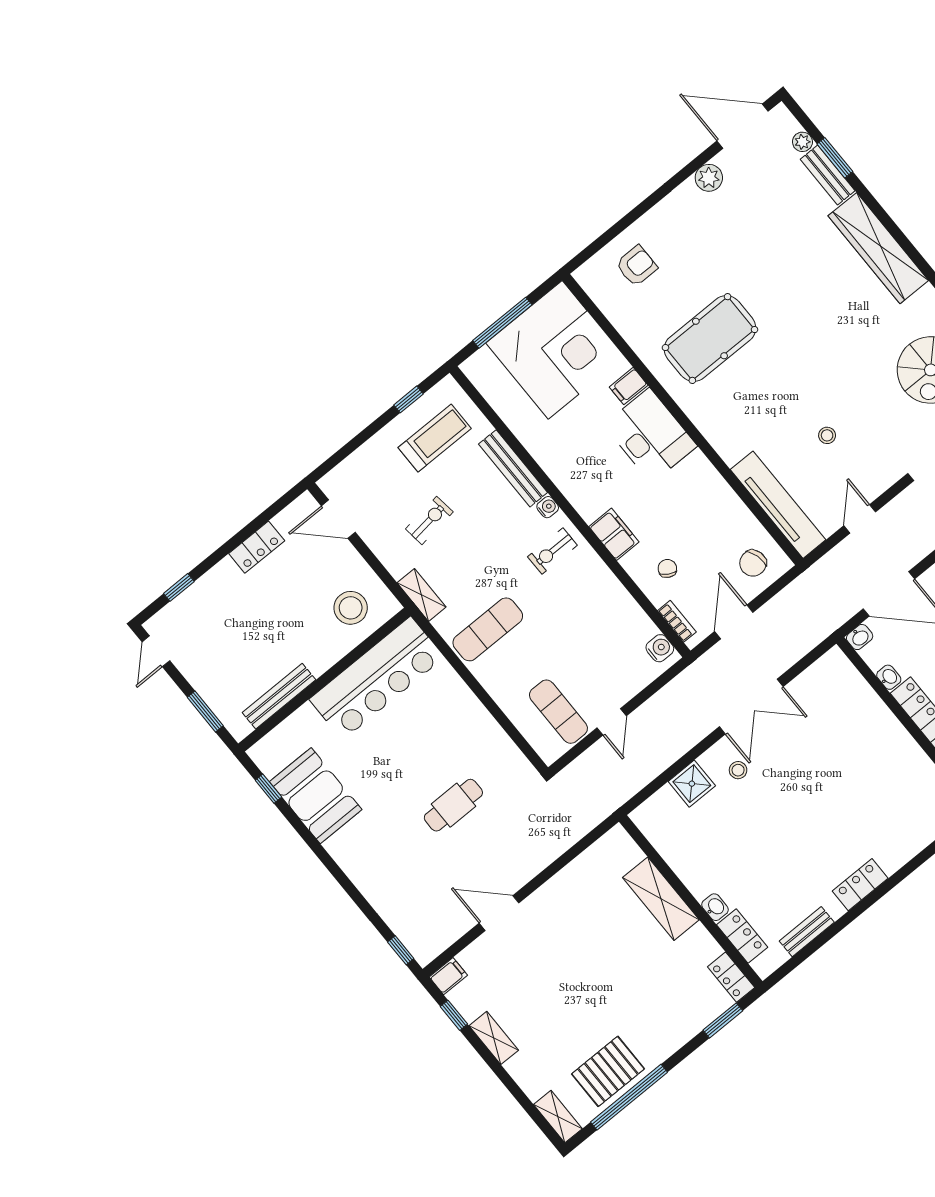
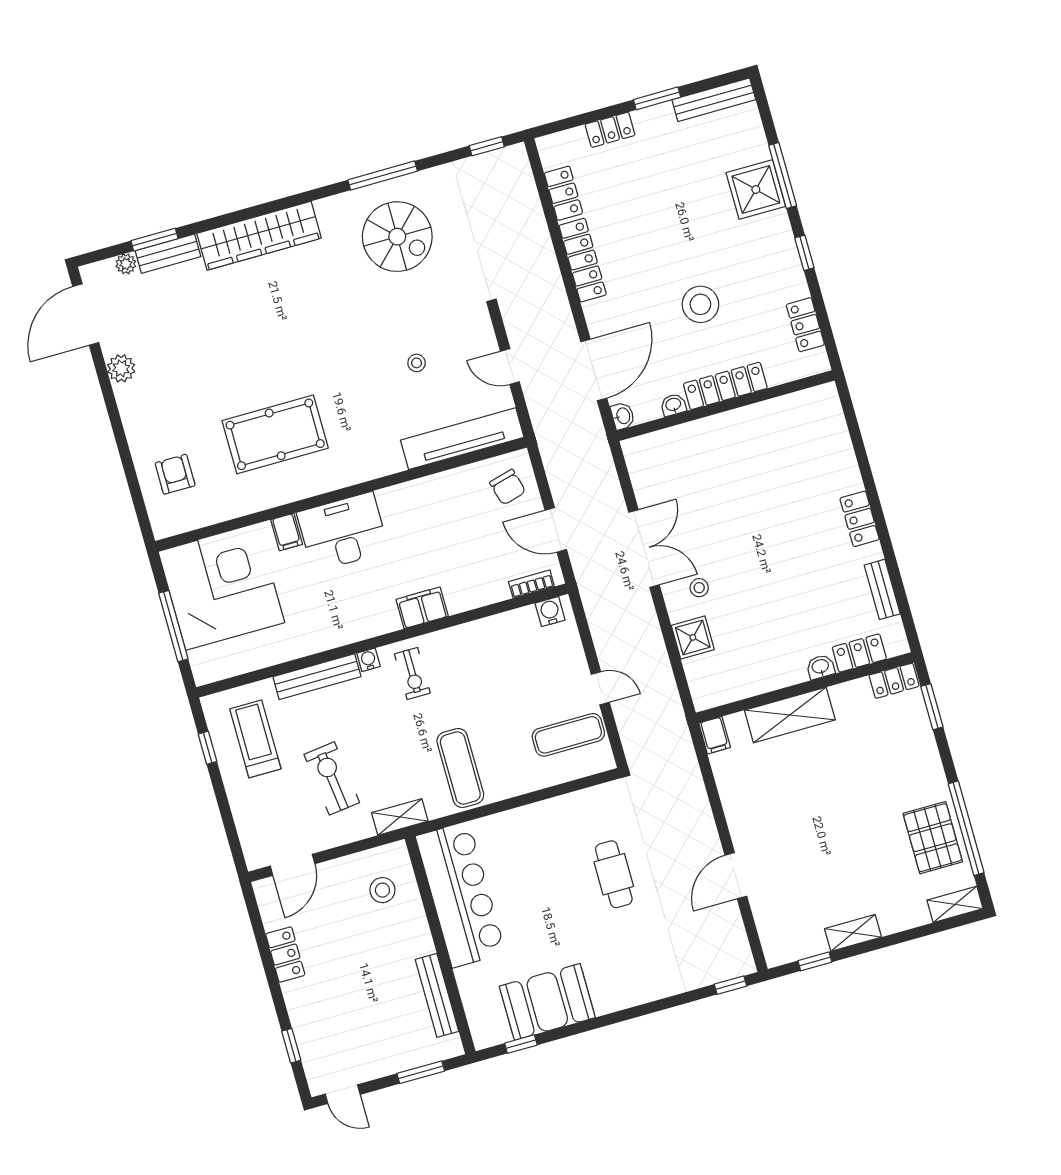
pool table: (710, 339) -> (275, 434), turned 90
exercise bike: (429, 520) -> (332, 778), width x1.38, depth x1.39
chair: (667, 568) -> (477, 571), removed
stool: (351, 608) -> (382, 890), width x0.73, depth x0.73
filing cabinet: (448, 976) -> (715, 735), moved, turned 180

